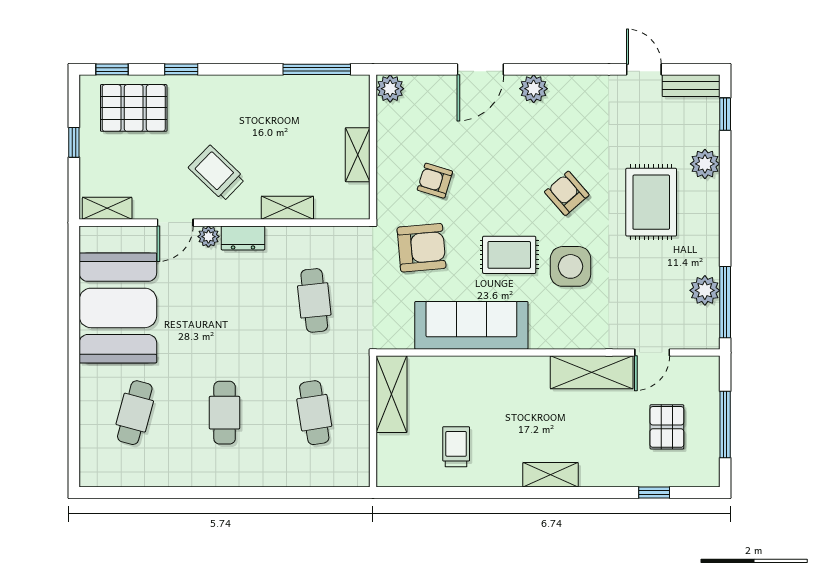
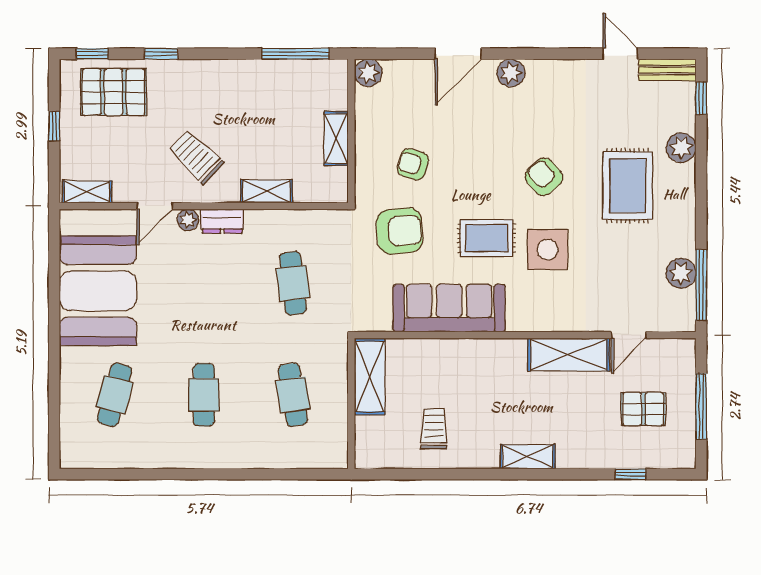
pallet: (667, 427) -> (643, 409), turned 90

